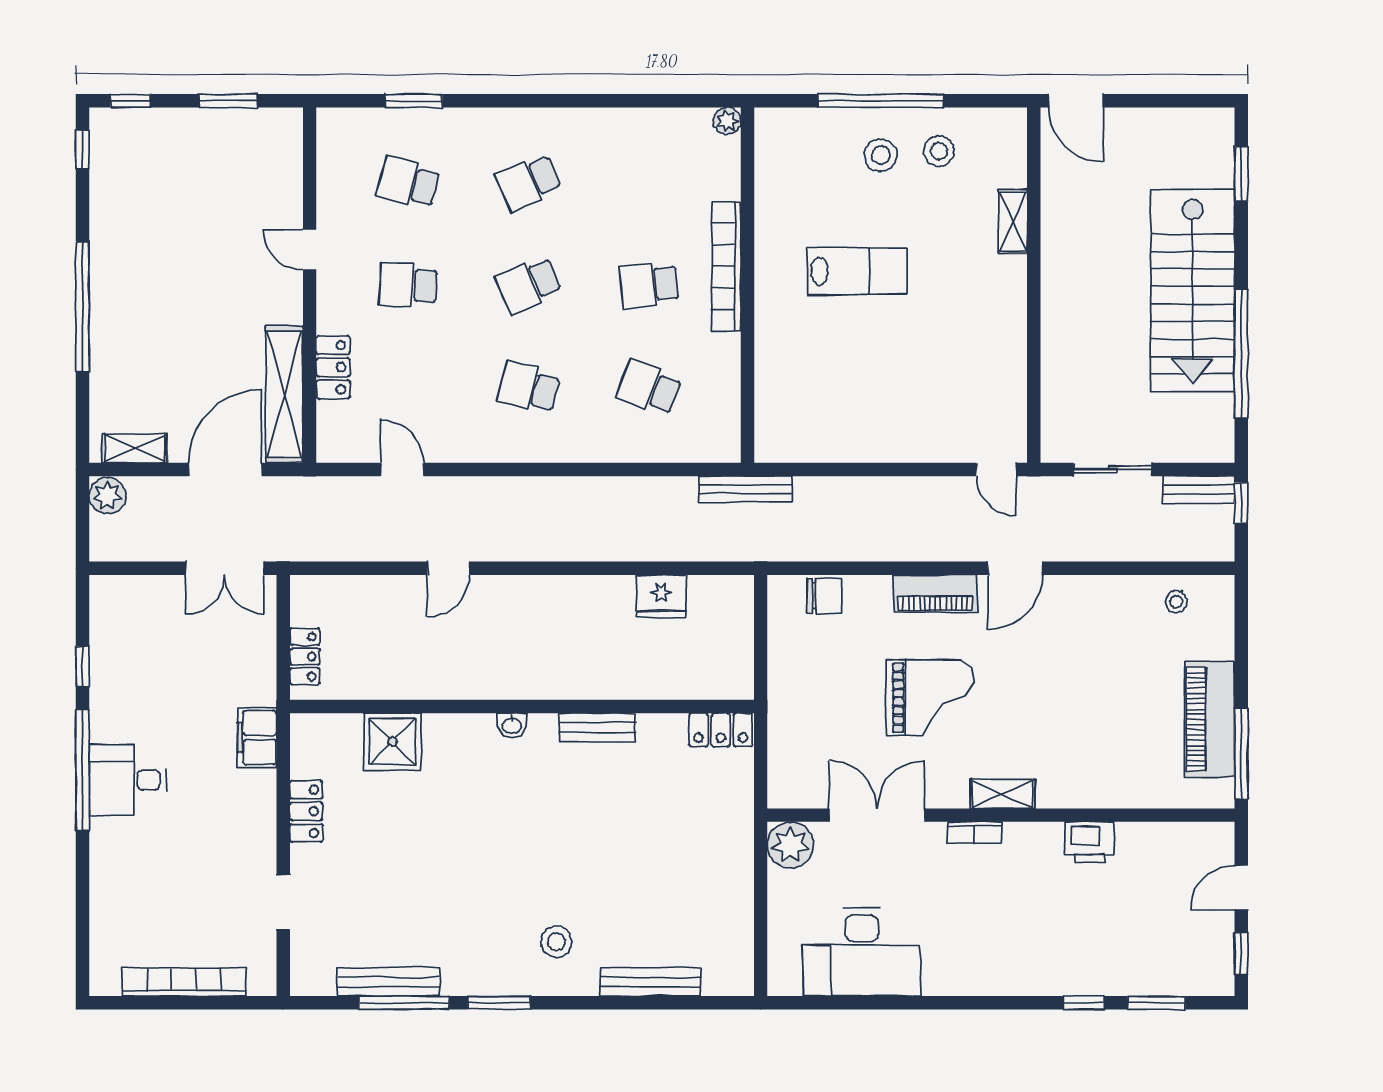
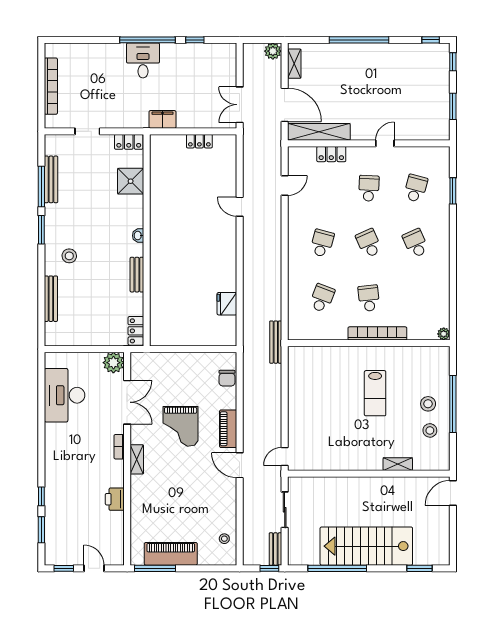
wall: (522, 706) -> (147, 240), moved
washbasin: (512, 725) -> (138, 236), moved
bench: (597, 728) -> (137, 275), moved
locker: (721, 730) -> (136, 331), moved
shower: (393, 742) -> (131, 181), moved

